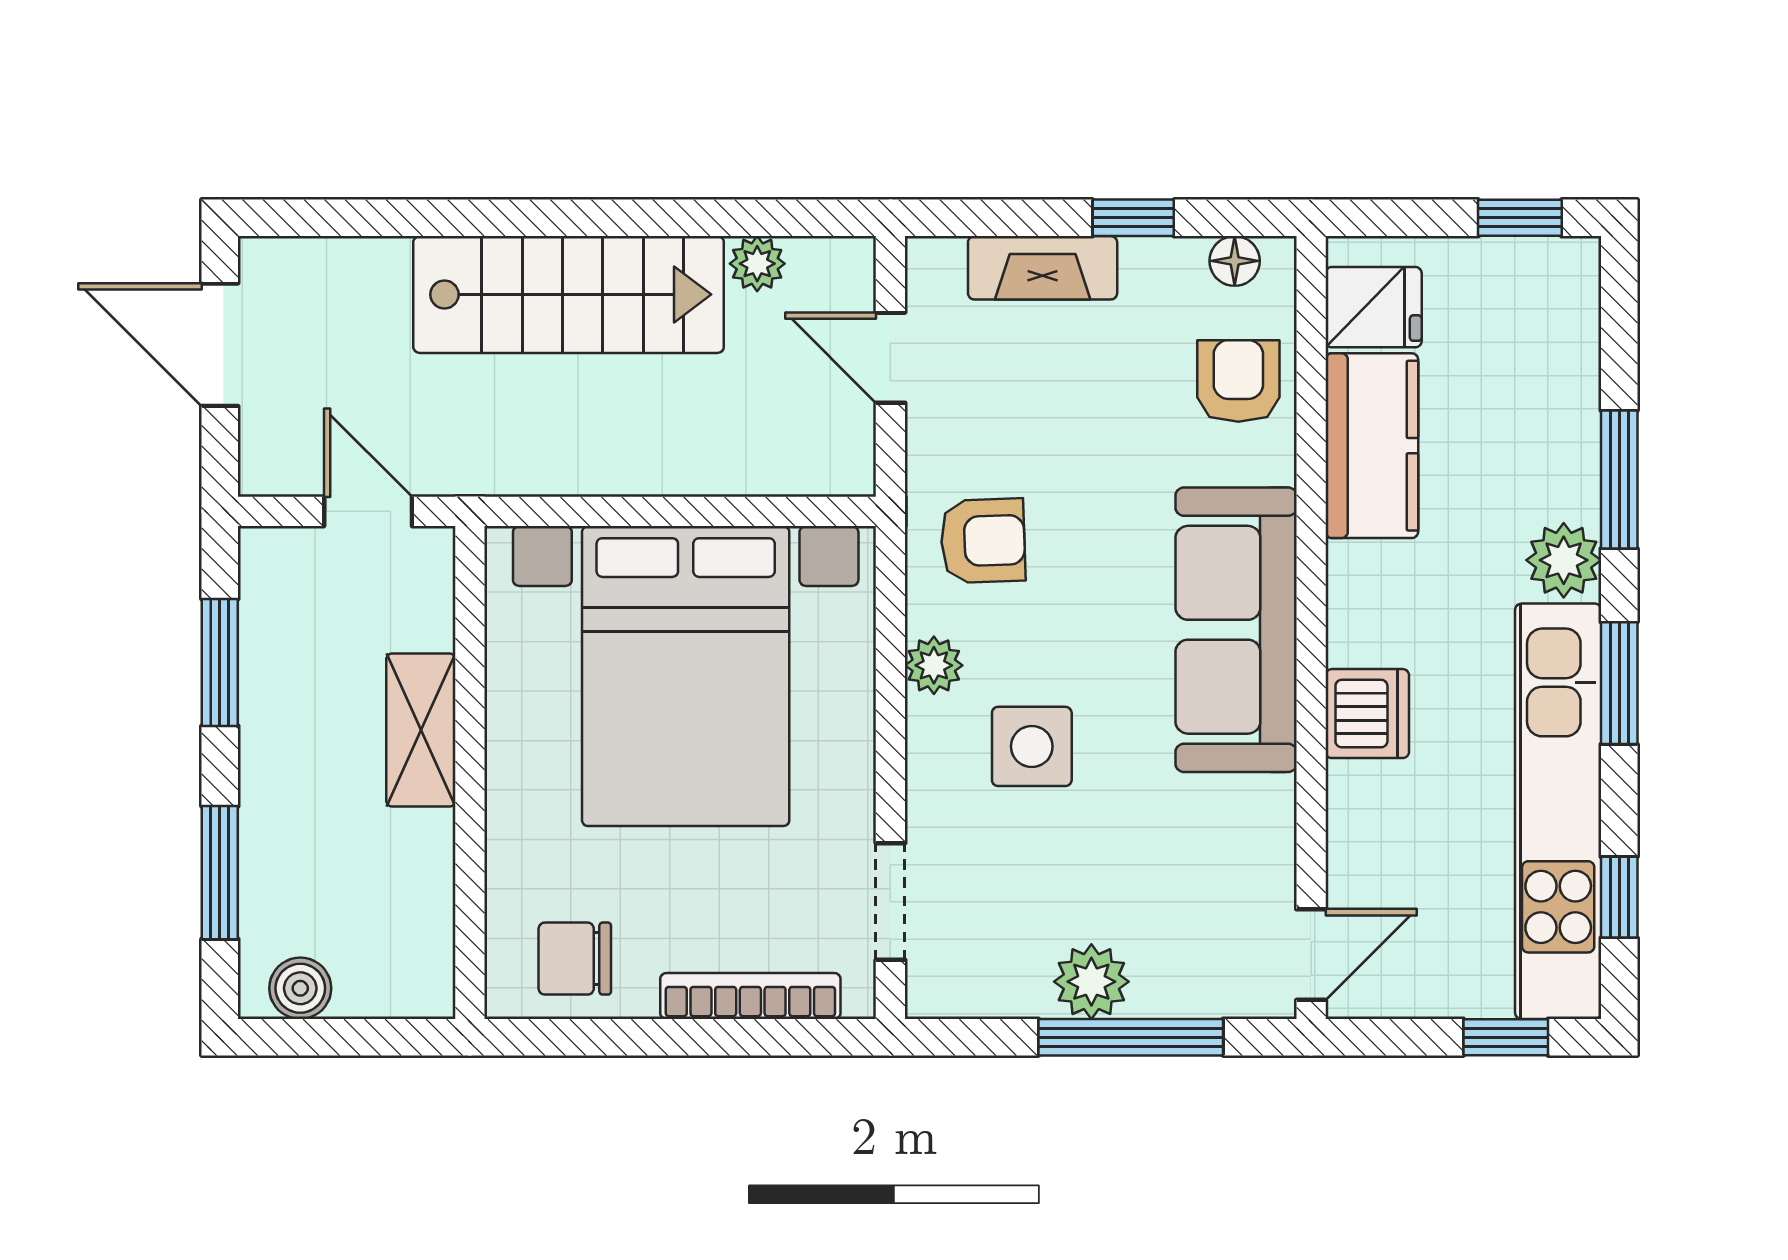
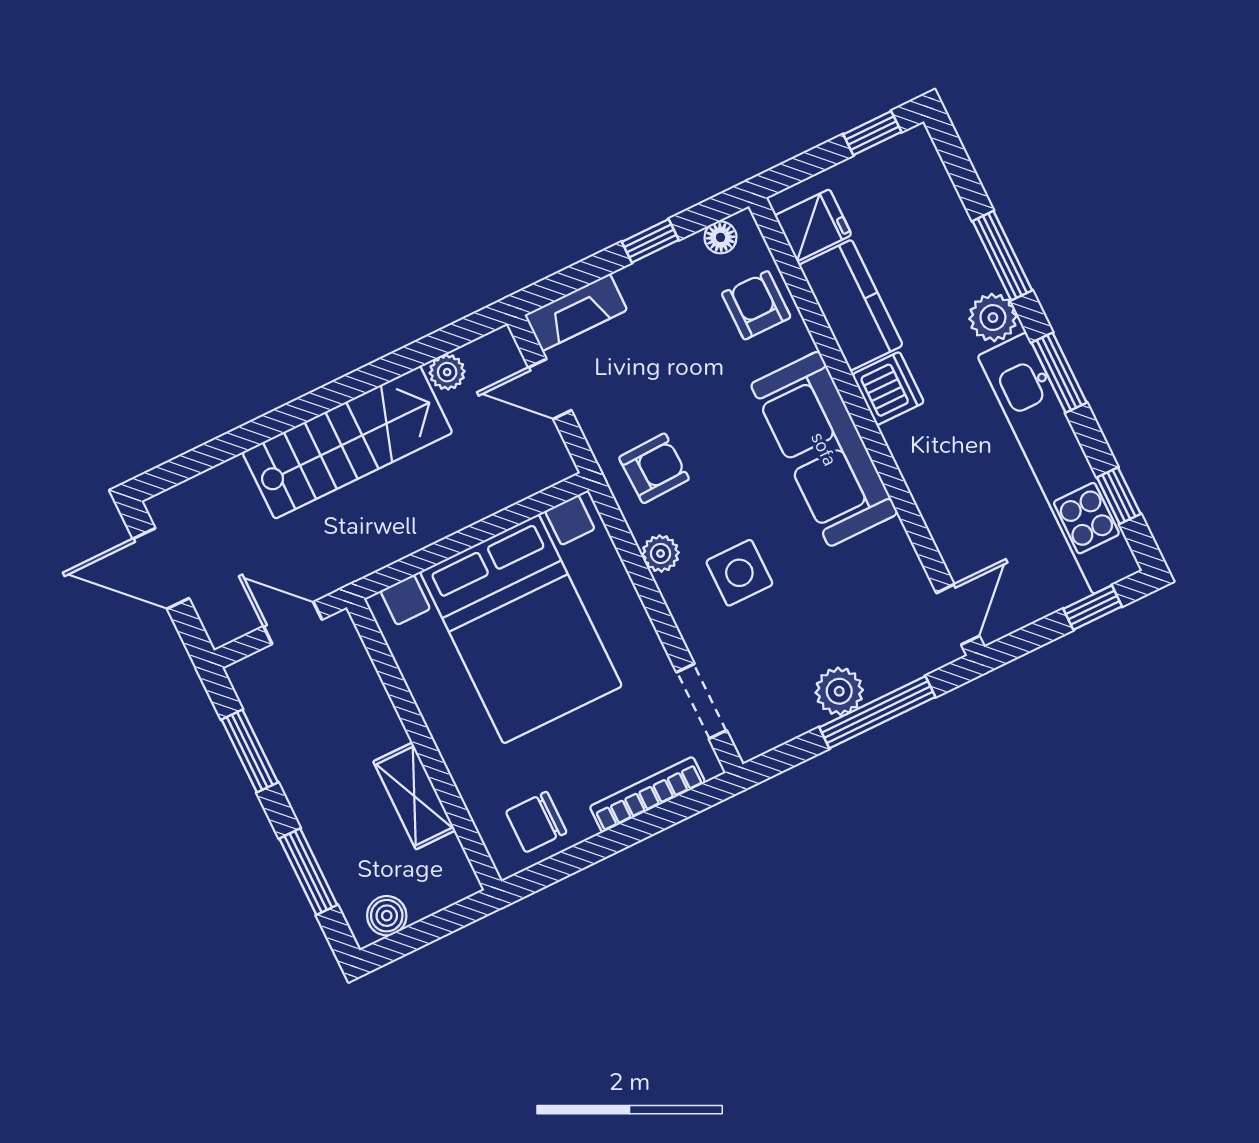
fireplace: (1043, 268) -> (576, 312), moved
dishwasher: (1367, 714) -> (888, 389), moved
shelving: (421, 730) -> (414, 796), moved

